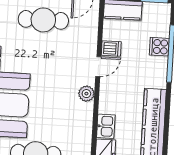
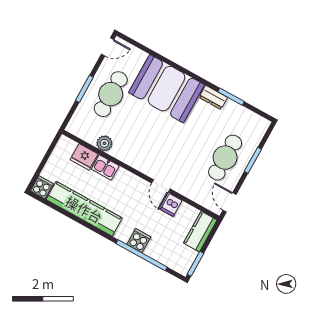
cooker: (159, 47) -> (139, 241), moved
plant: (86, 94) -> (104, 143), moved

